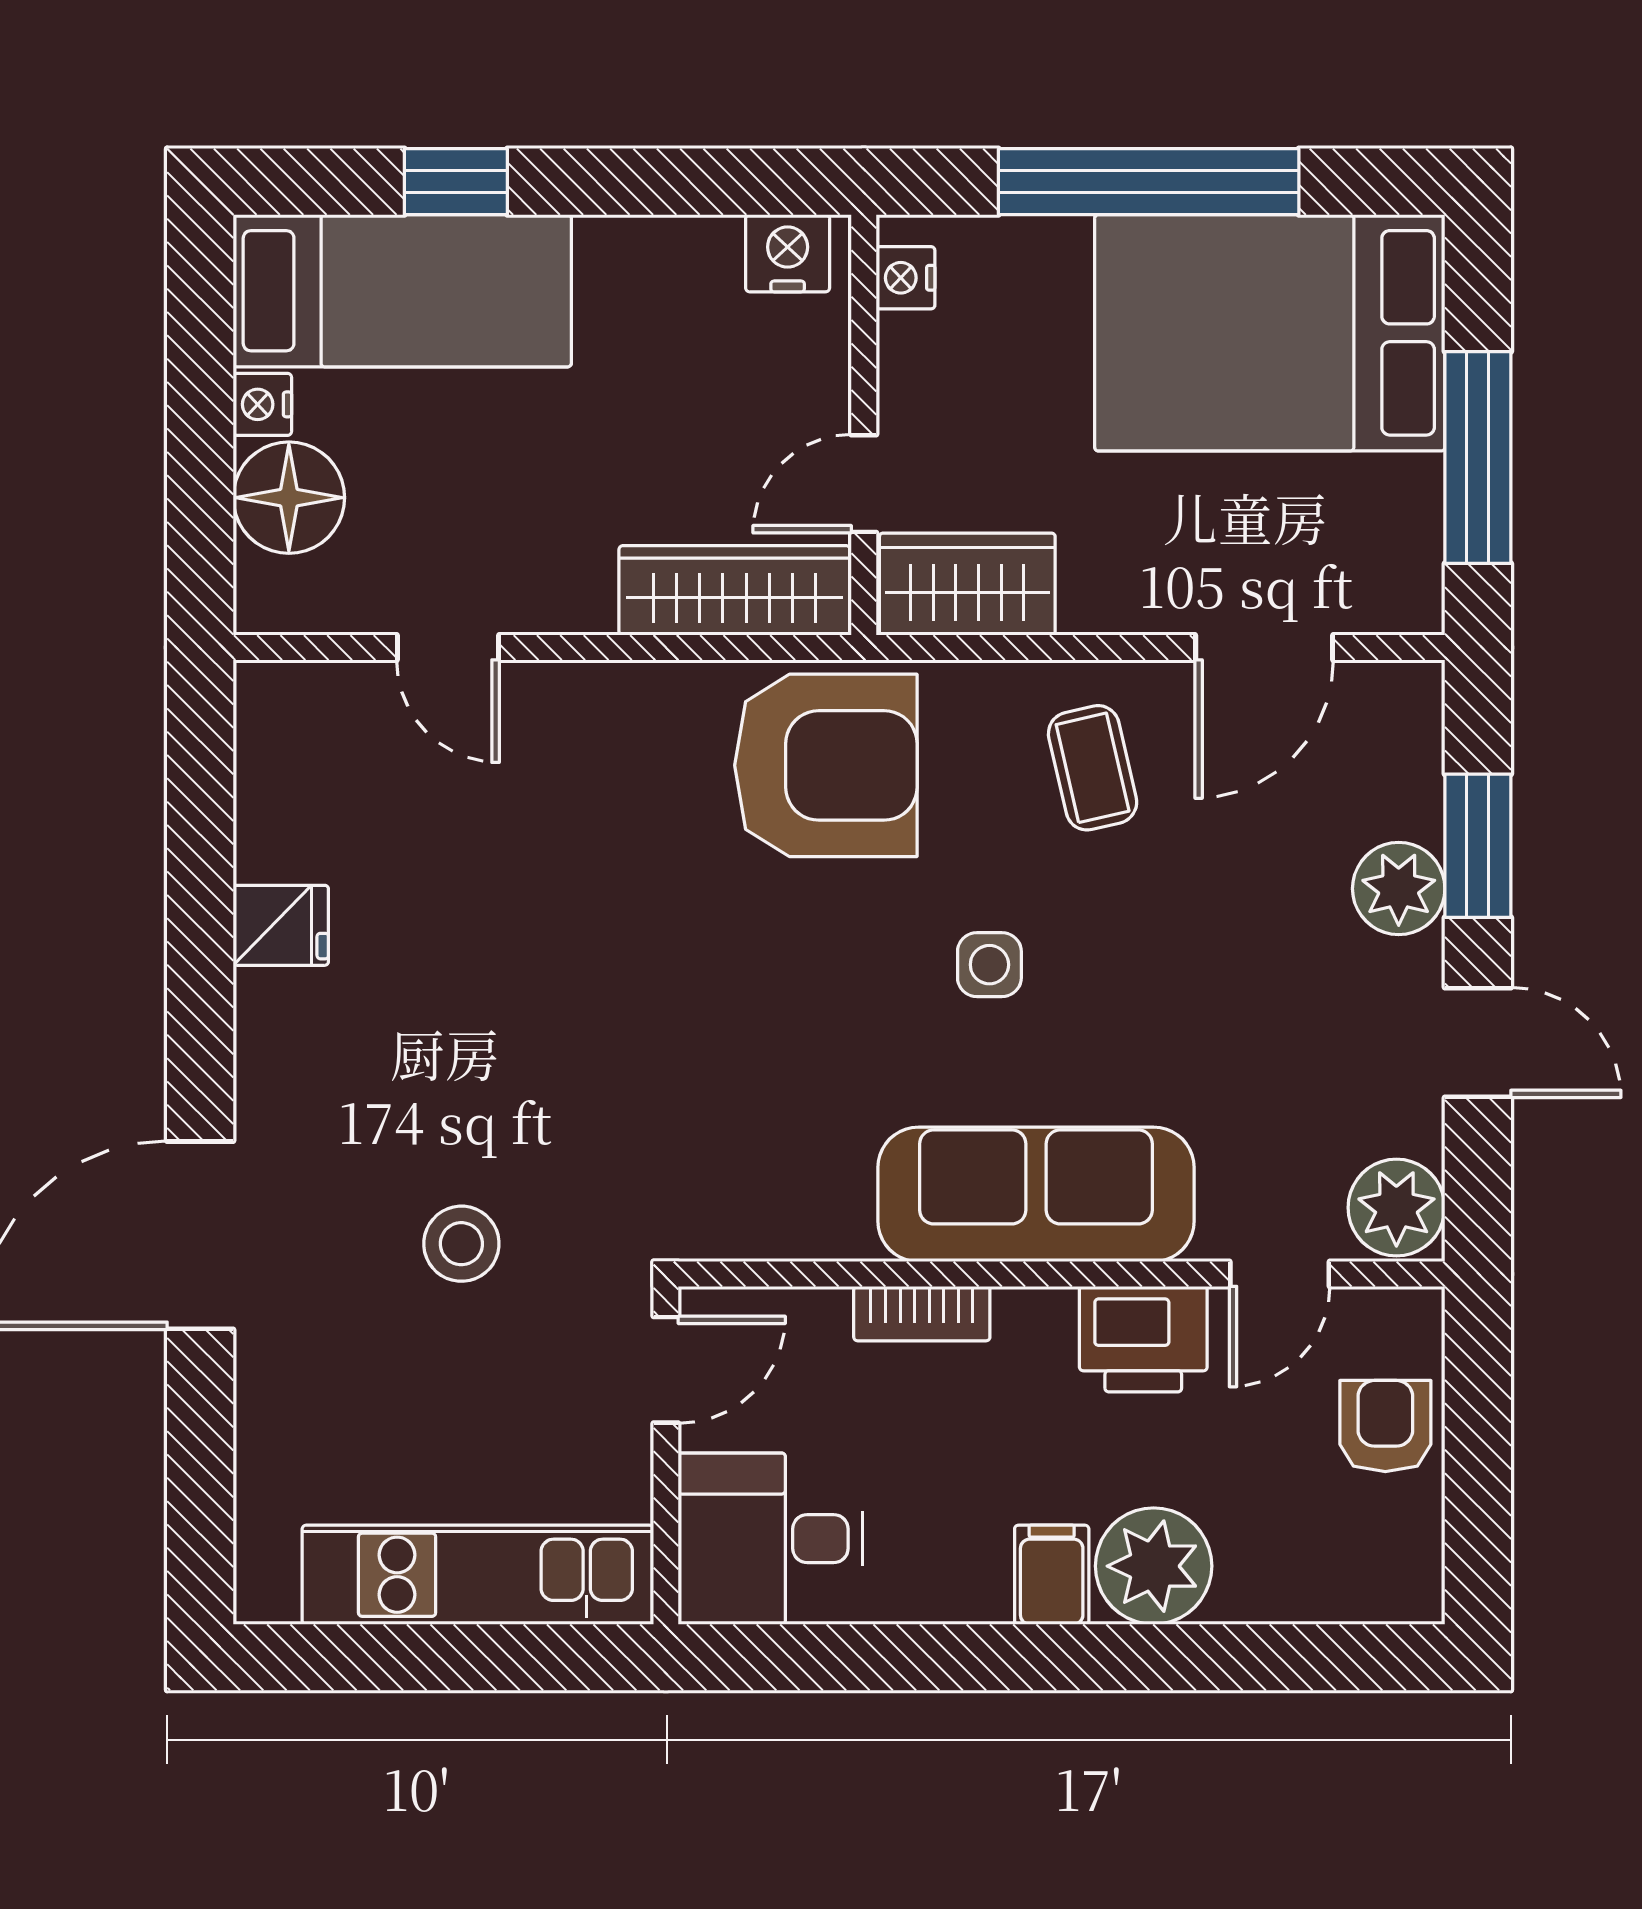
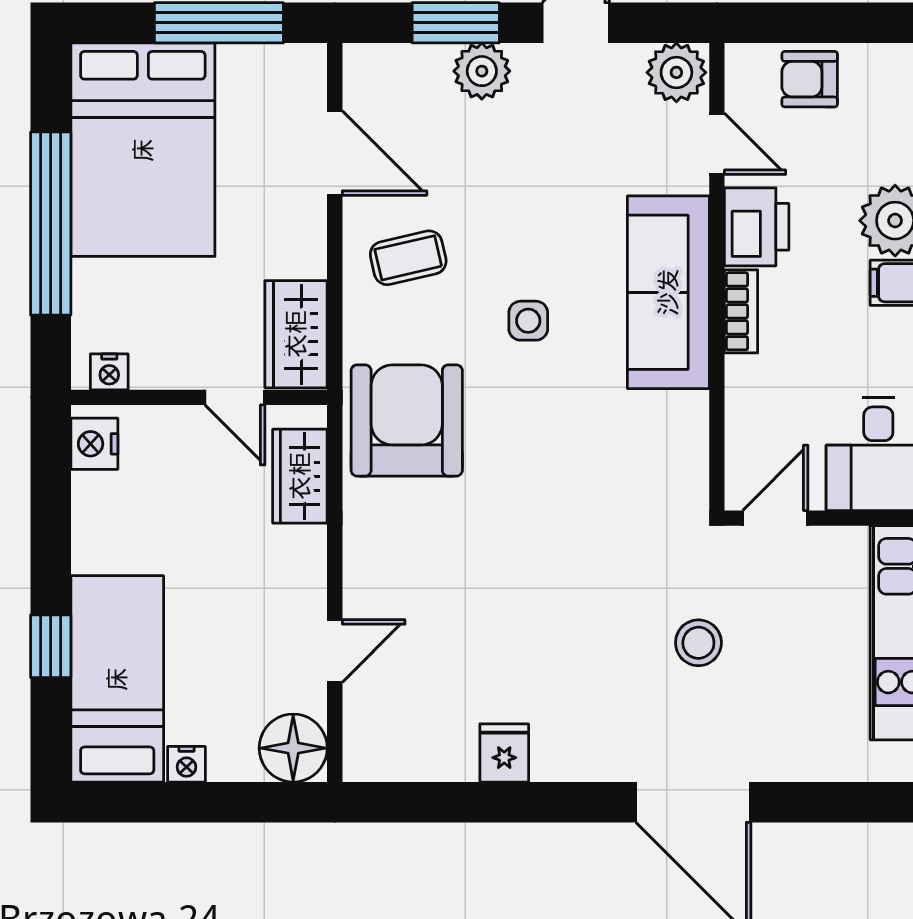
floor lamp: (289, 498) -> (293, 748), moved
wardrobe: (735, 590) -> (300, 476), width x0.67
bookcase: (922, 1314) -> (741, 311), moved
door: (666, 1370) -> (775, 518), hinge flipped

